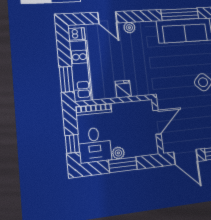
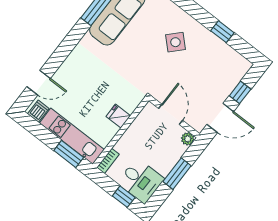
door: (107, 18) -> (39, 83), moved
plant: (129, 28) -> (72, 61), removed
bookcase: (94, 109) -> (108, 161), width x0.64
plant: (118, 153) -> (188, 139), moved

